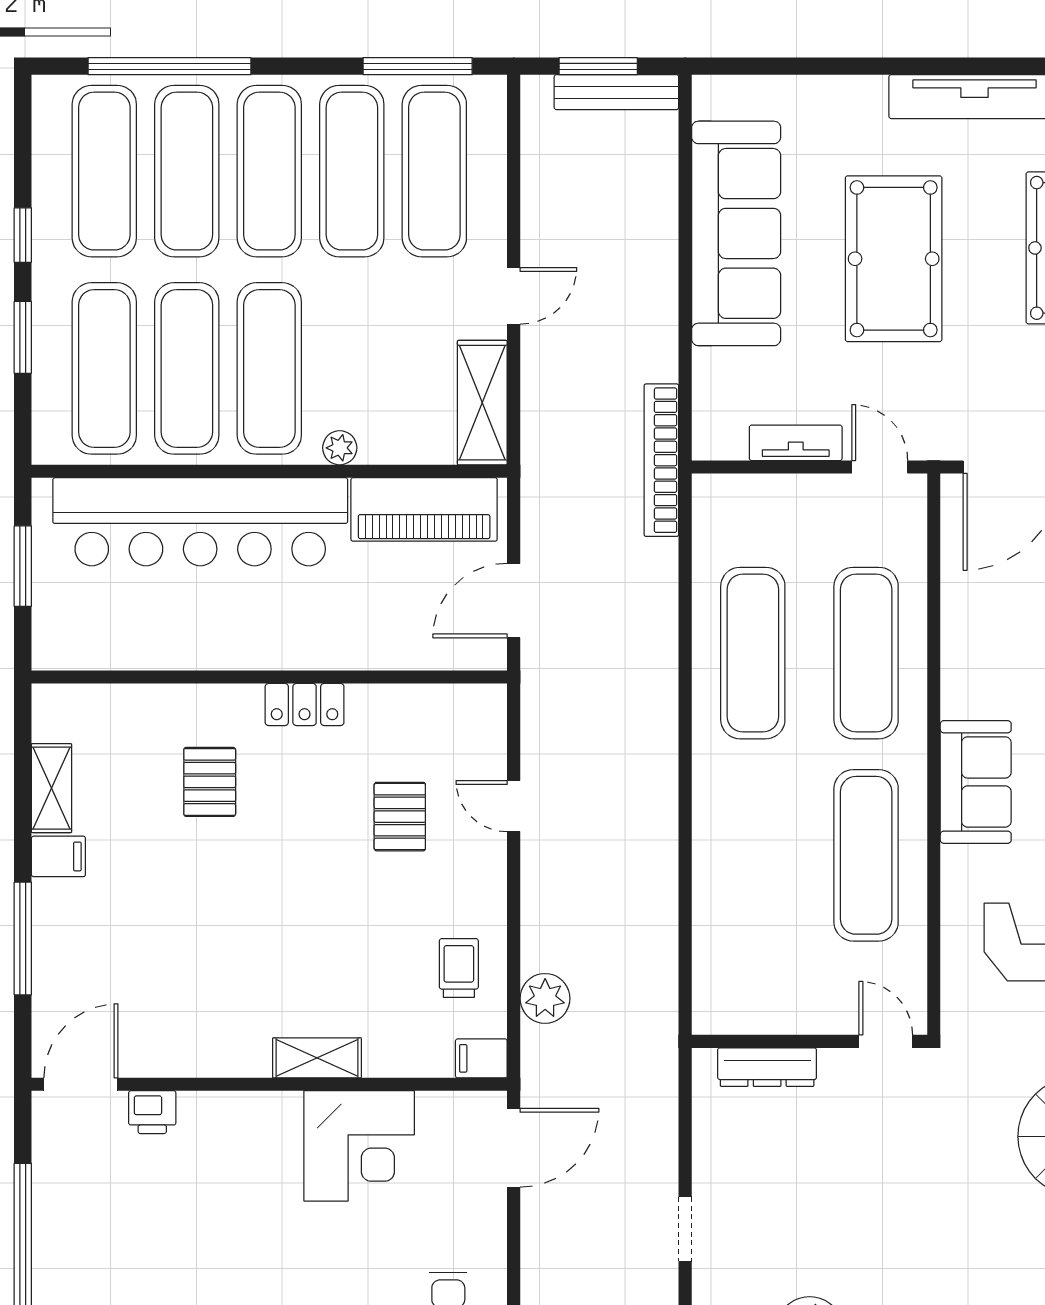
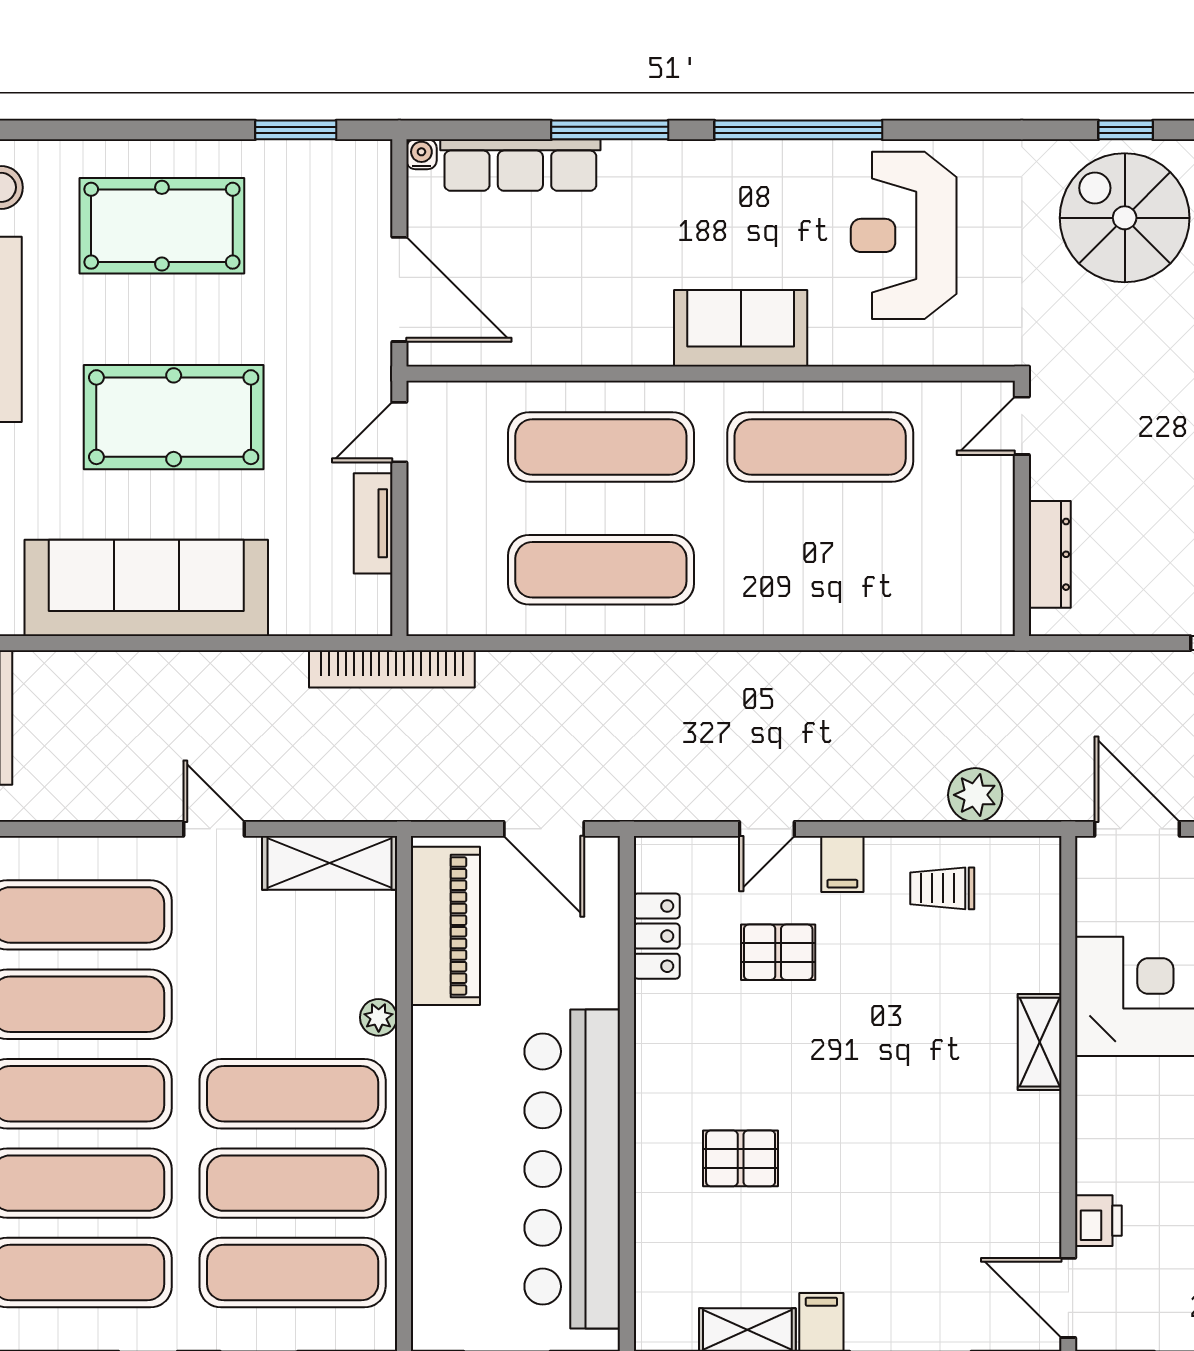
bar counter: (200, 522) -> (572, 1169), moved, turned 180
locker: (305, 704) -> (657, 936), moved
filing cabinet: (481, 1058) -> (842, 864), moved

